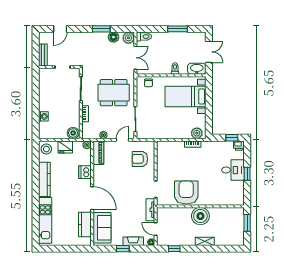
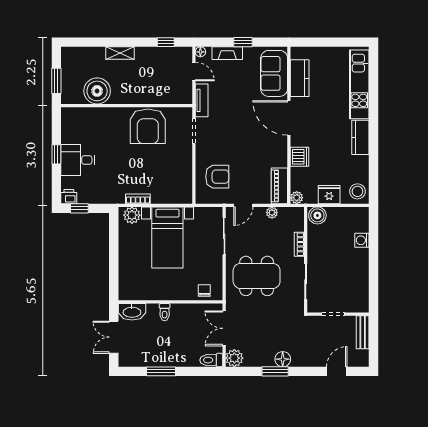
floor lamp: (113, 37) -> (283, 359), moved
bed with nightstands: (185, 96) -> (167, 237), moved, turned 90
kitchen counter: (44, 179) -> (360, 137), width x0.67
boiler: (200, 216) -> (97, 91), moved

